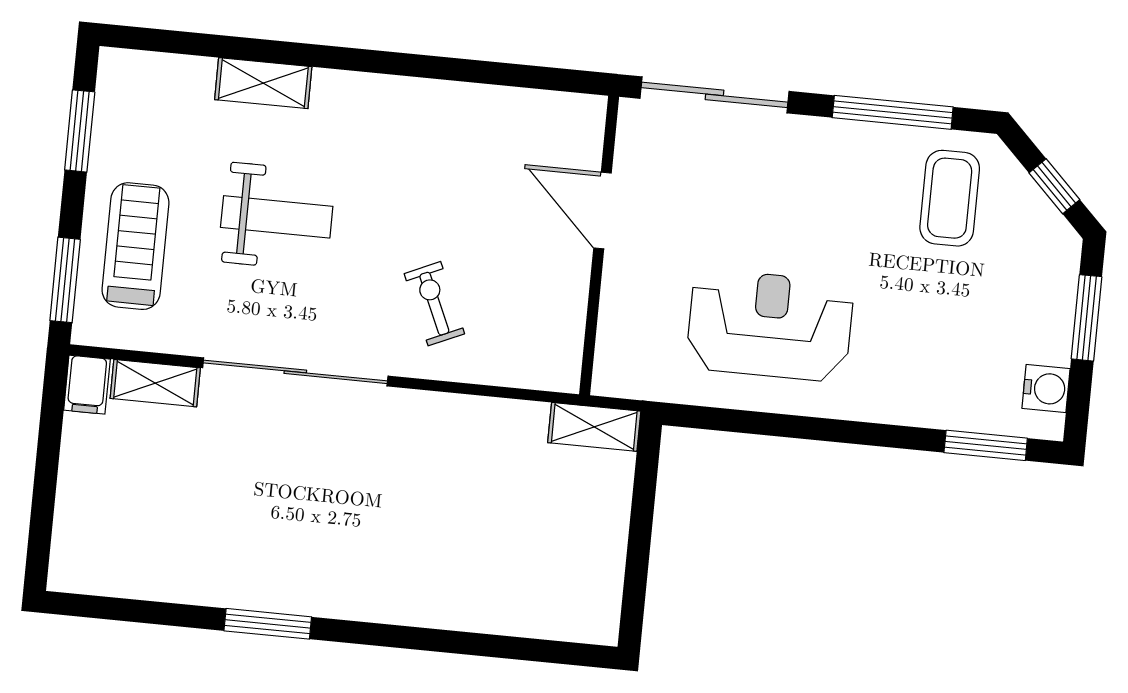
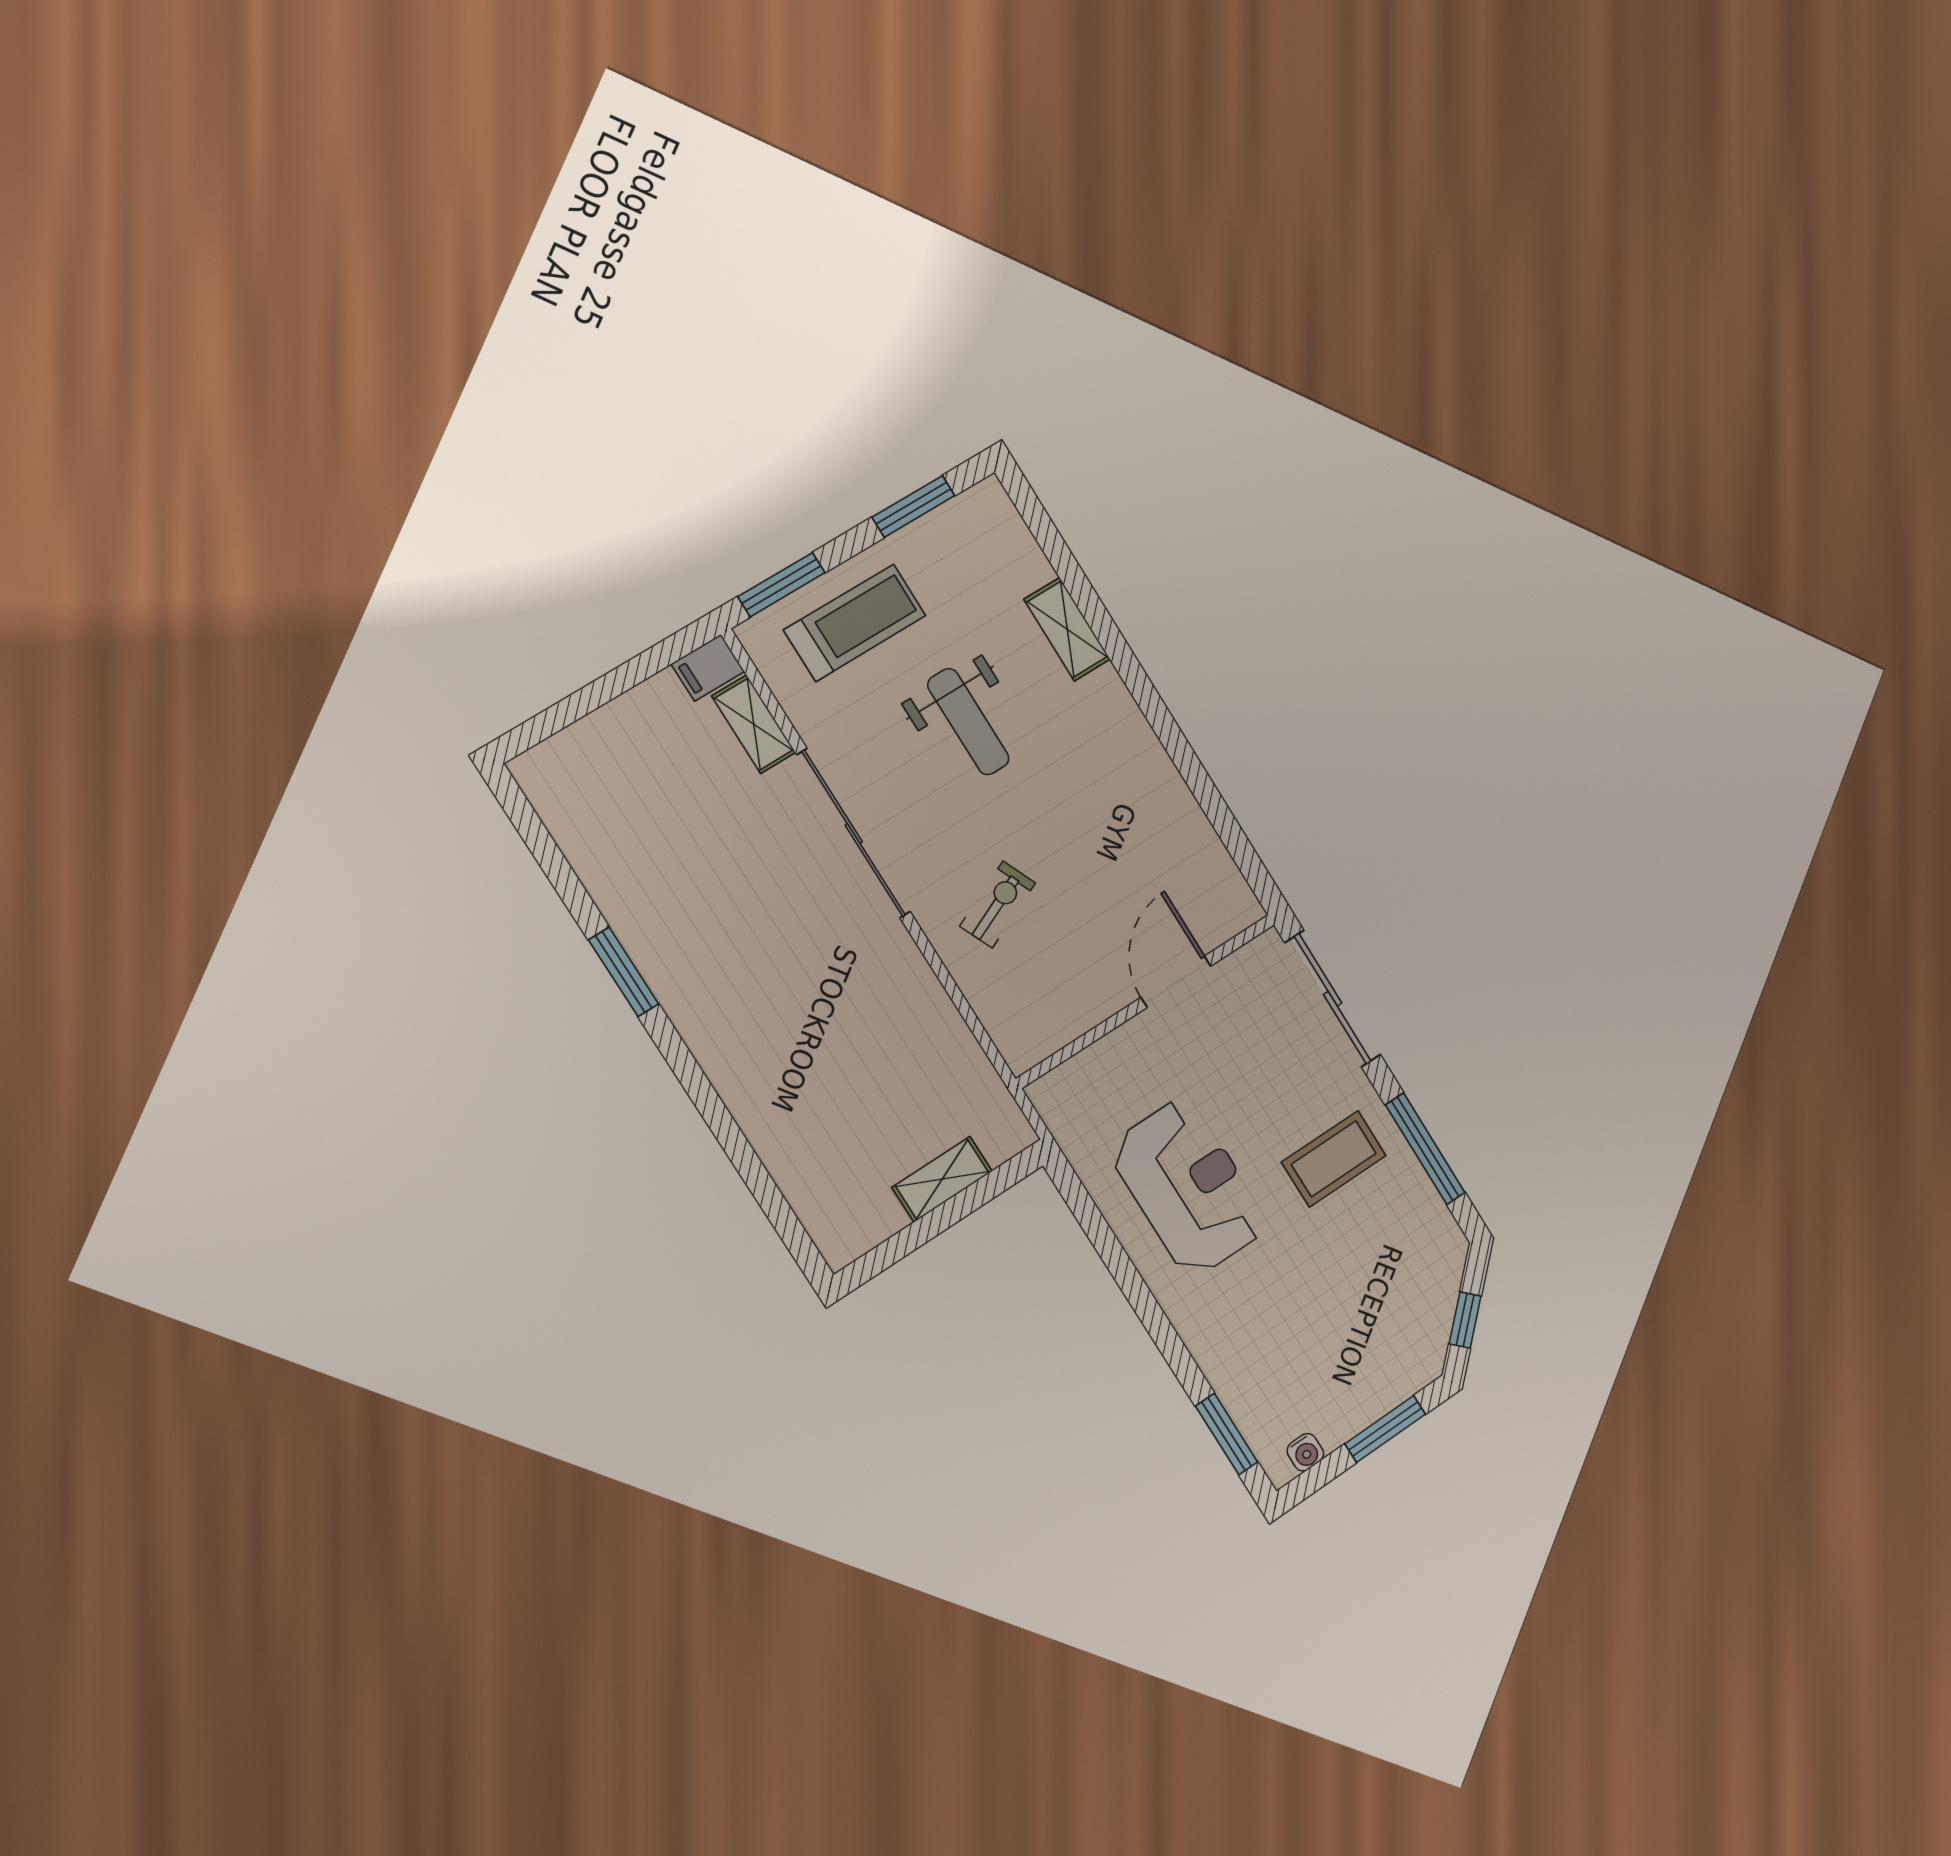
coffee table: (950, 198) -> (1334, 1159), moved
water cooler: (1046, 388) -> (1305, 1452), width x0.72, depth x0.72
shelving: (594, 427) -> (942, 1179), moved, turned 90

